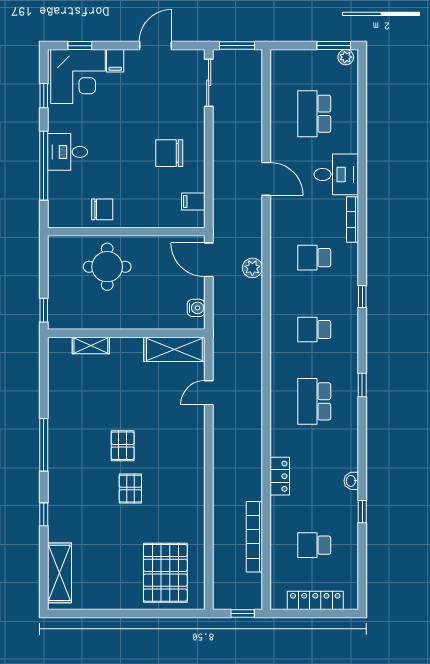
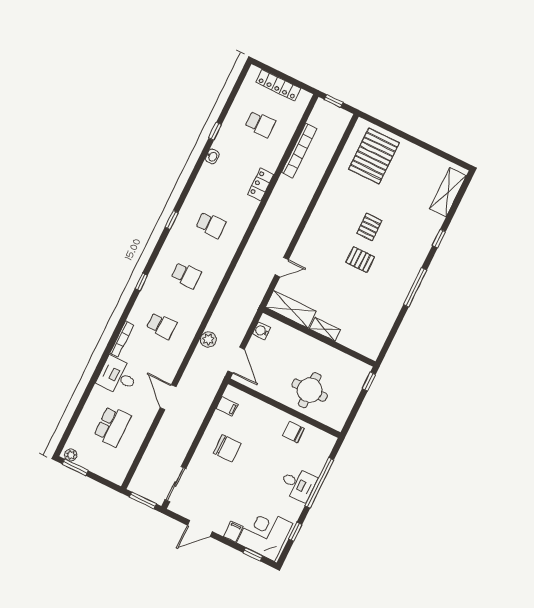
shelving: (91, 345) -> (325, 329), moved
school desk: (314, 401) -> (211, 225), width x0.54
pallet: (123, 446) -> (360, 260), turned 90

